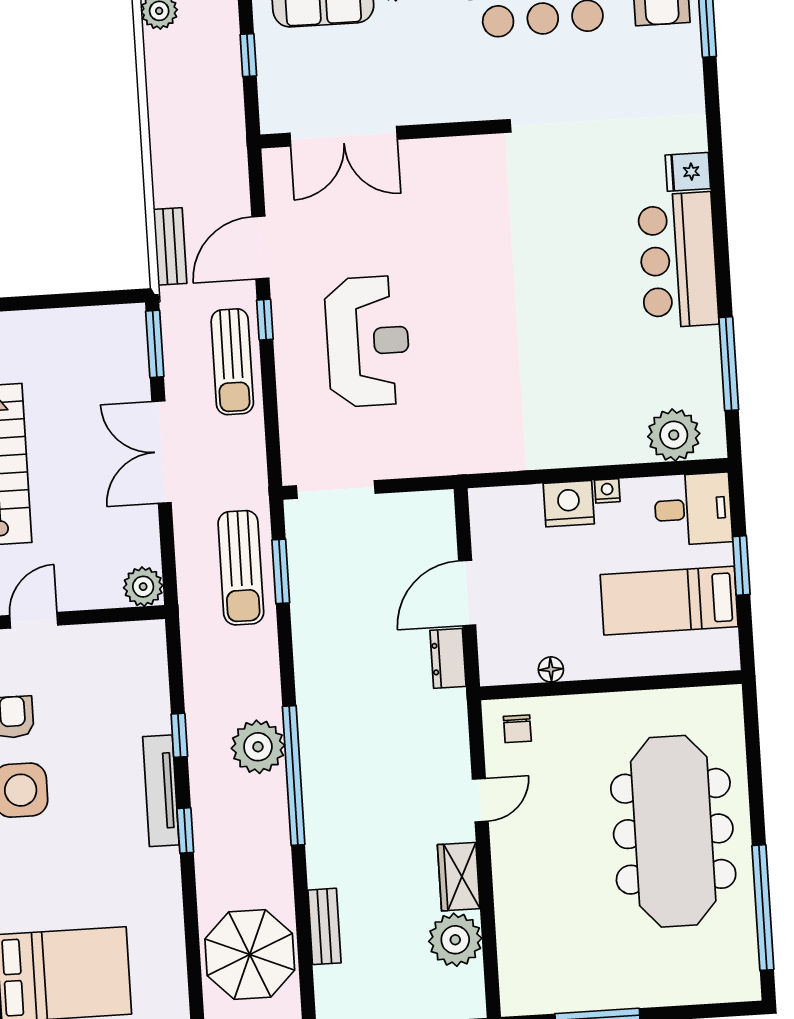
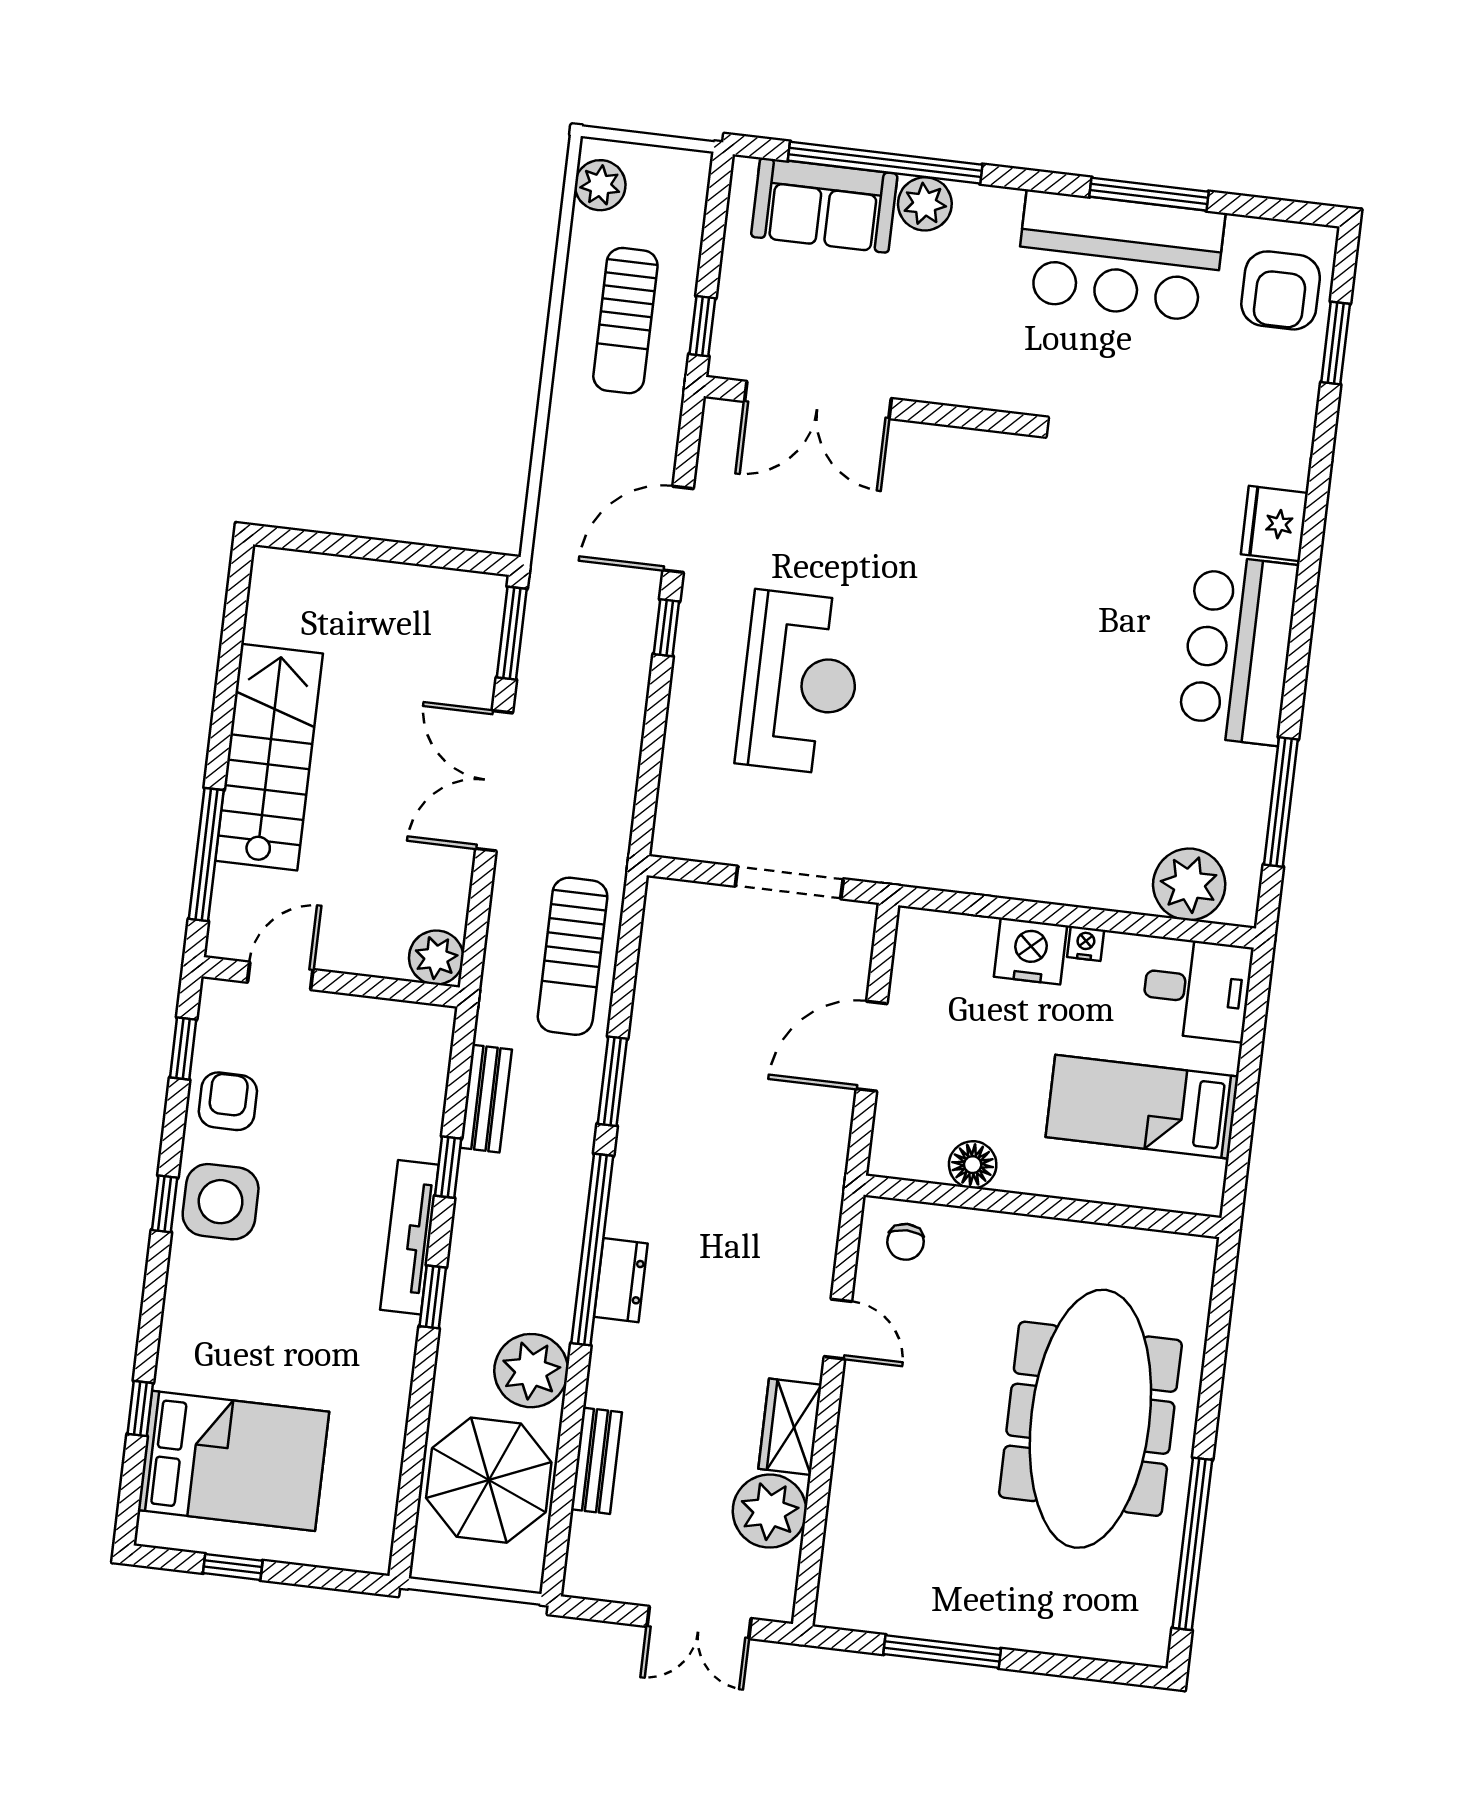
window: (248, 55) -> (702, 326), moved
fridge: (688, 172) -> (1274, 524), width x1.38
bench: (170, 246) -> (486, 1099), moved
sun lounger: (232, 362) -> (625, 321), moved
doorway: (336, 490) -> (789, 883), moved
window: (741, 566) -> (1248, 1077), removed
window: (281, 571) -> (612, 1081), moved
dresser: (448, 658) -> (621, 1280), moved, turned 180
floor lamp: (551, 669) -> (973, 1165), width x1.37, depth x1.37
plant: (258, 747) -> (531, 1371), moved
door: (480, 800) -> (838, 1329), hinge flipped

